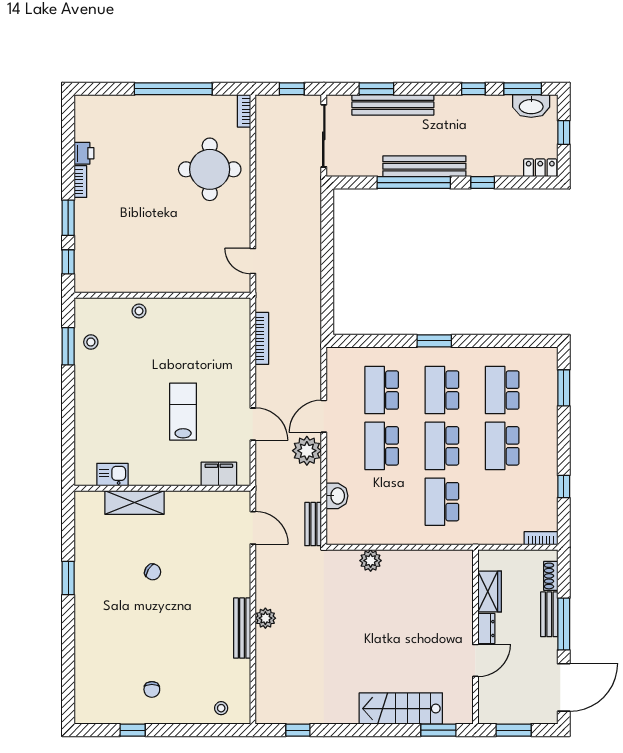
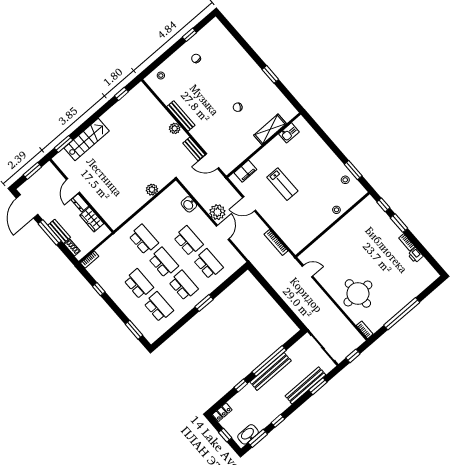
bench: (313, 524) -> (194, 149), moved

